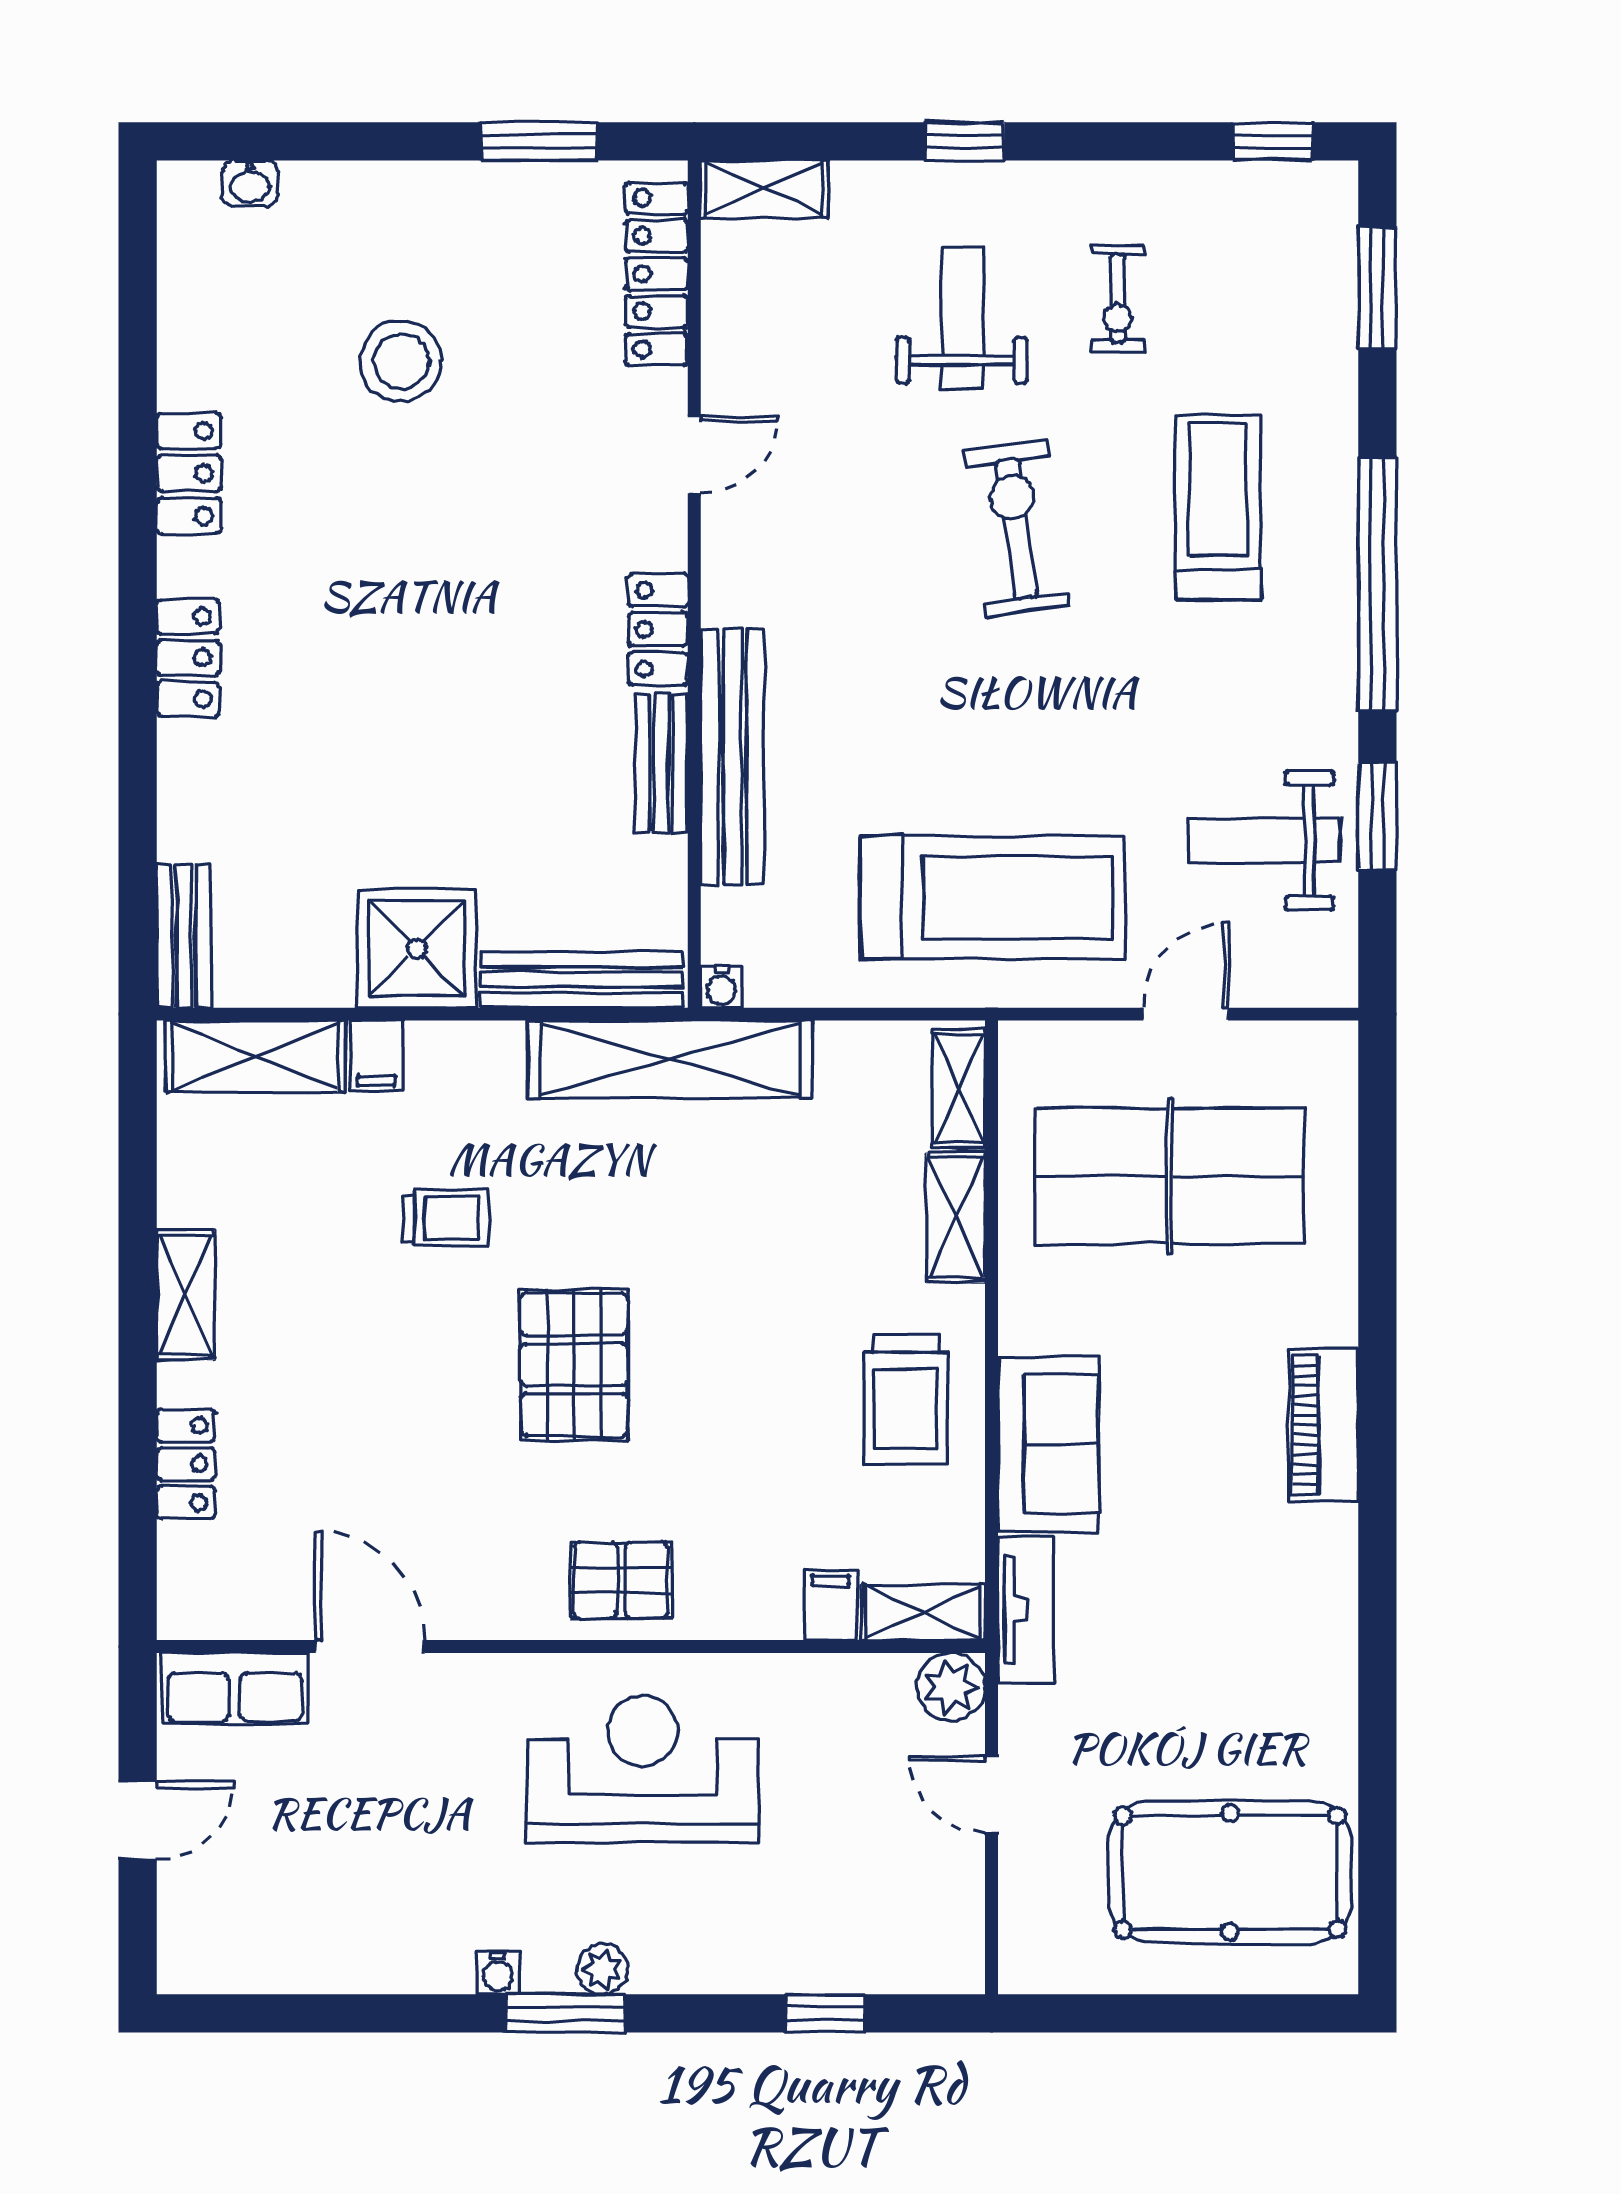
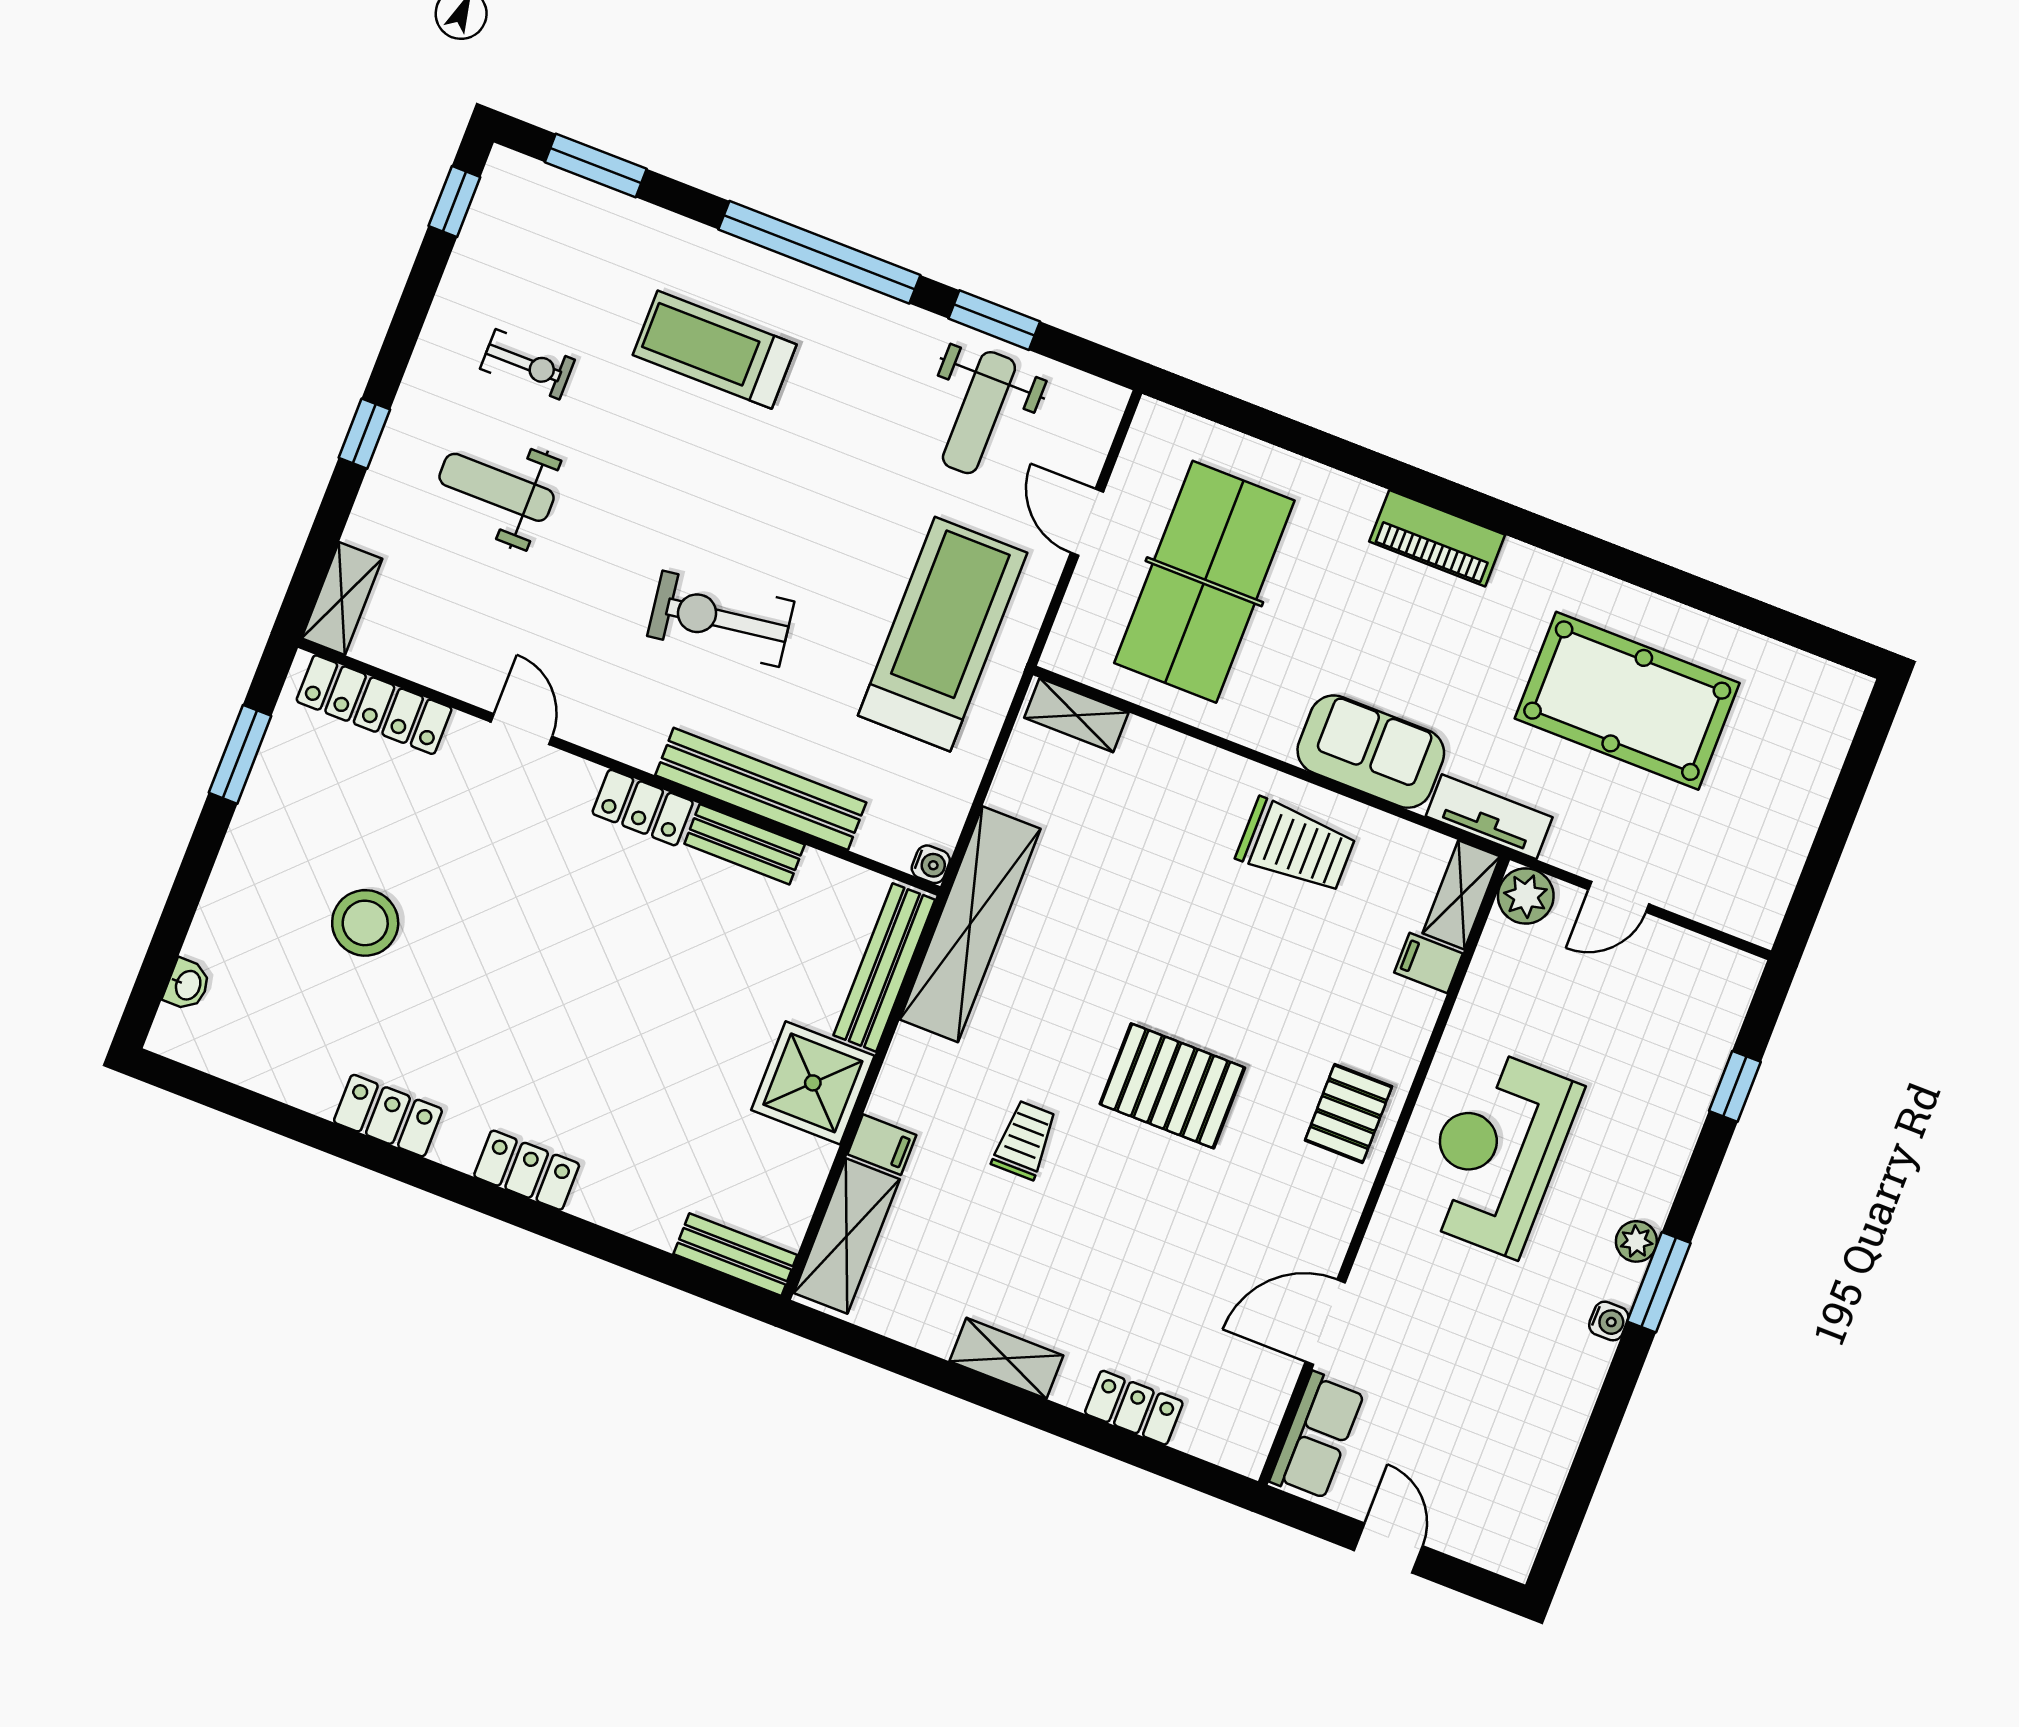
exercise bike: (1016, 528) -> (721, 619), moved
shelving: (956, 1217) -> (1173, 755), removed
pool table: (1230, 1872) -> (1627, 701), moved, turned 90

